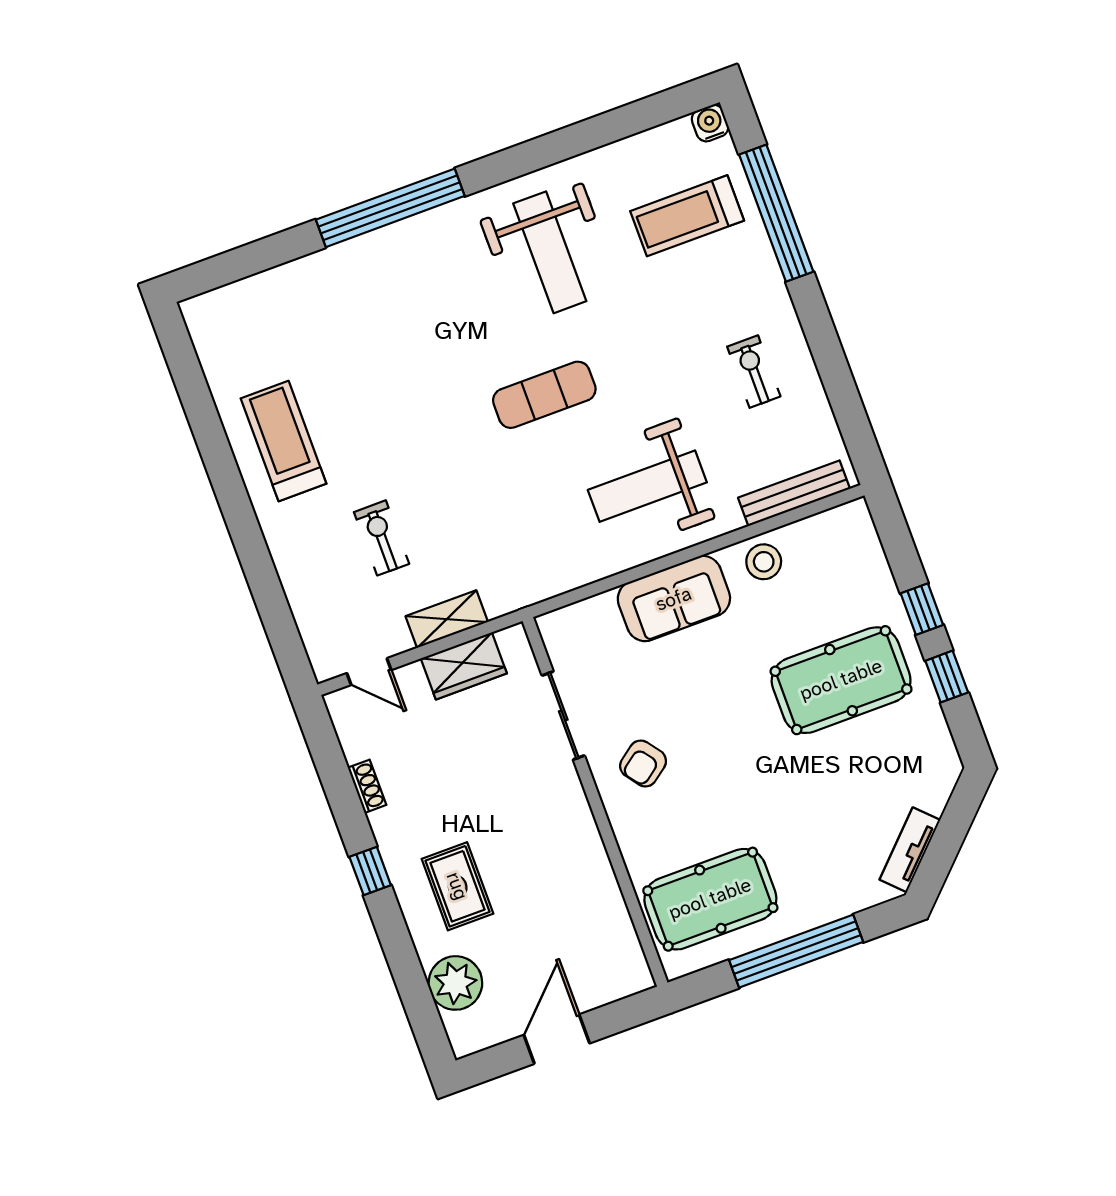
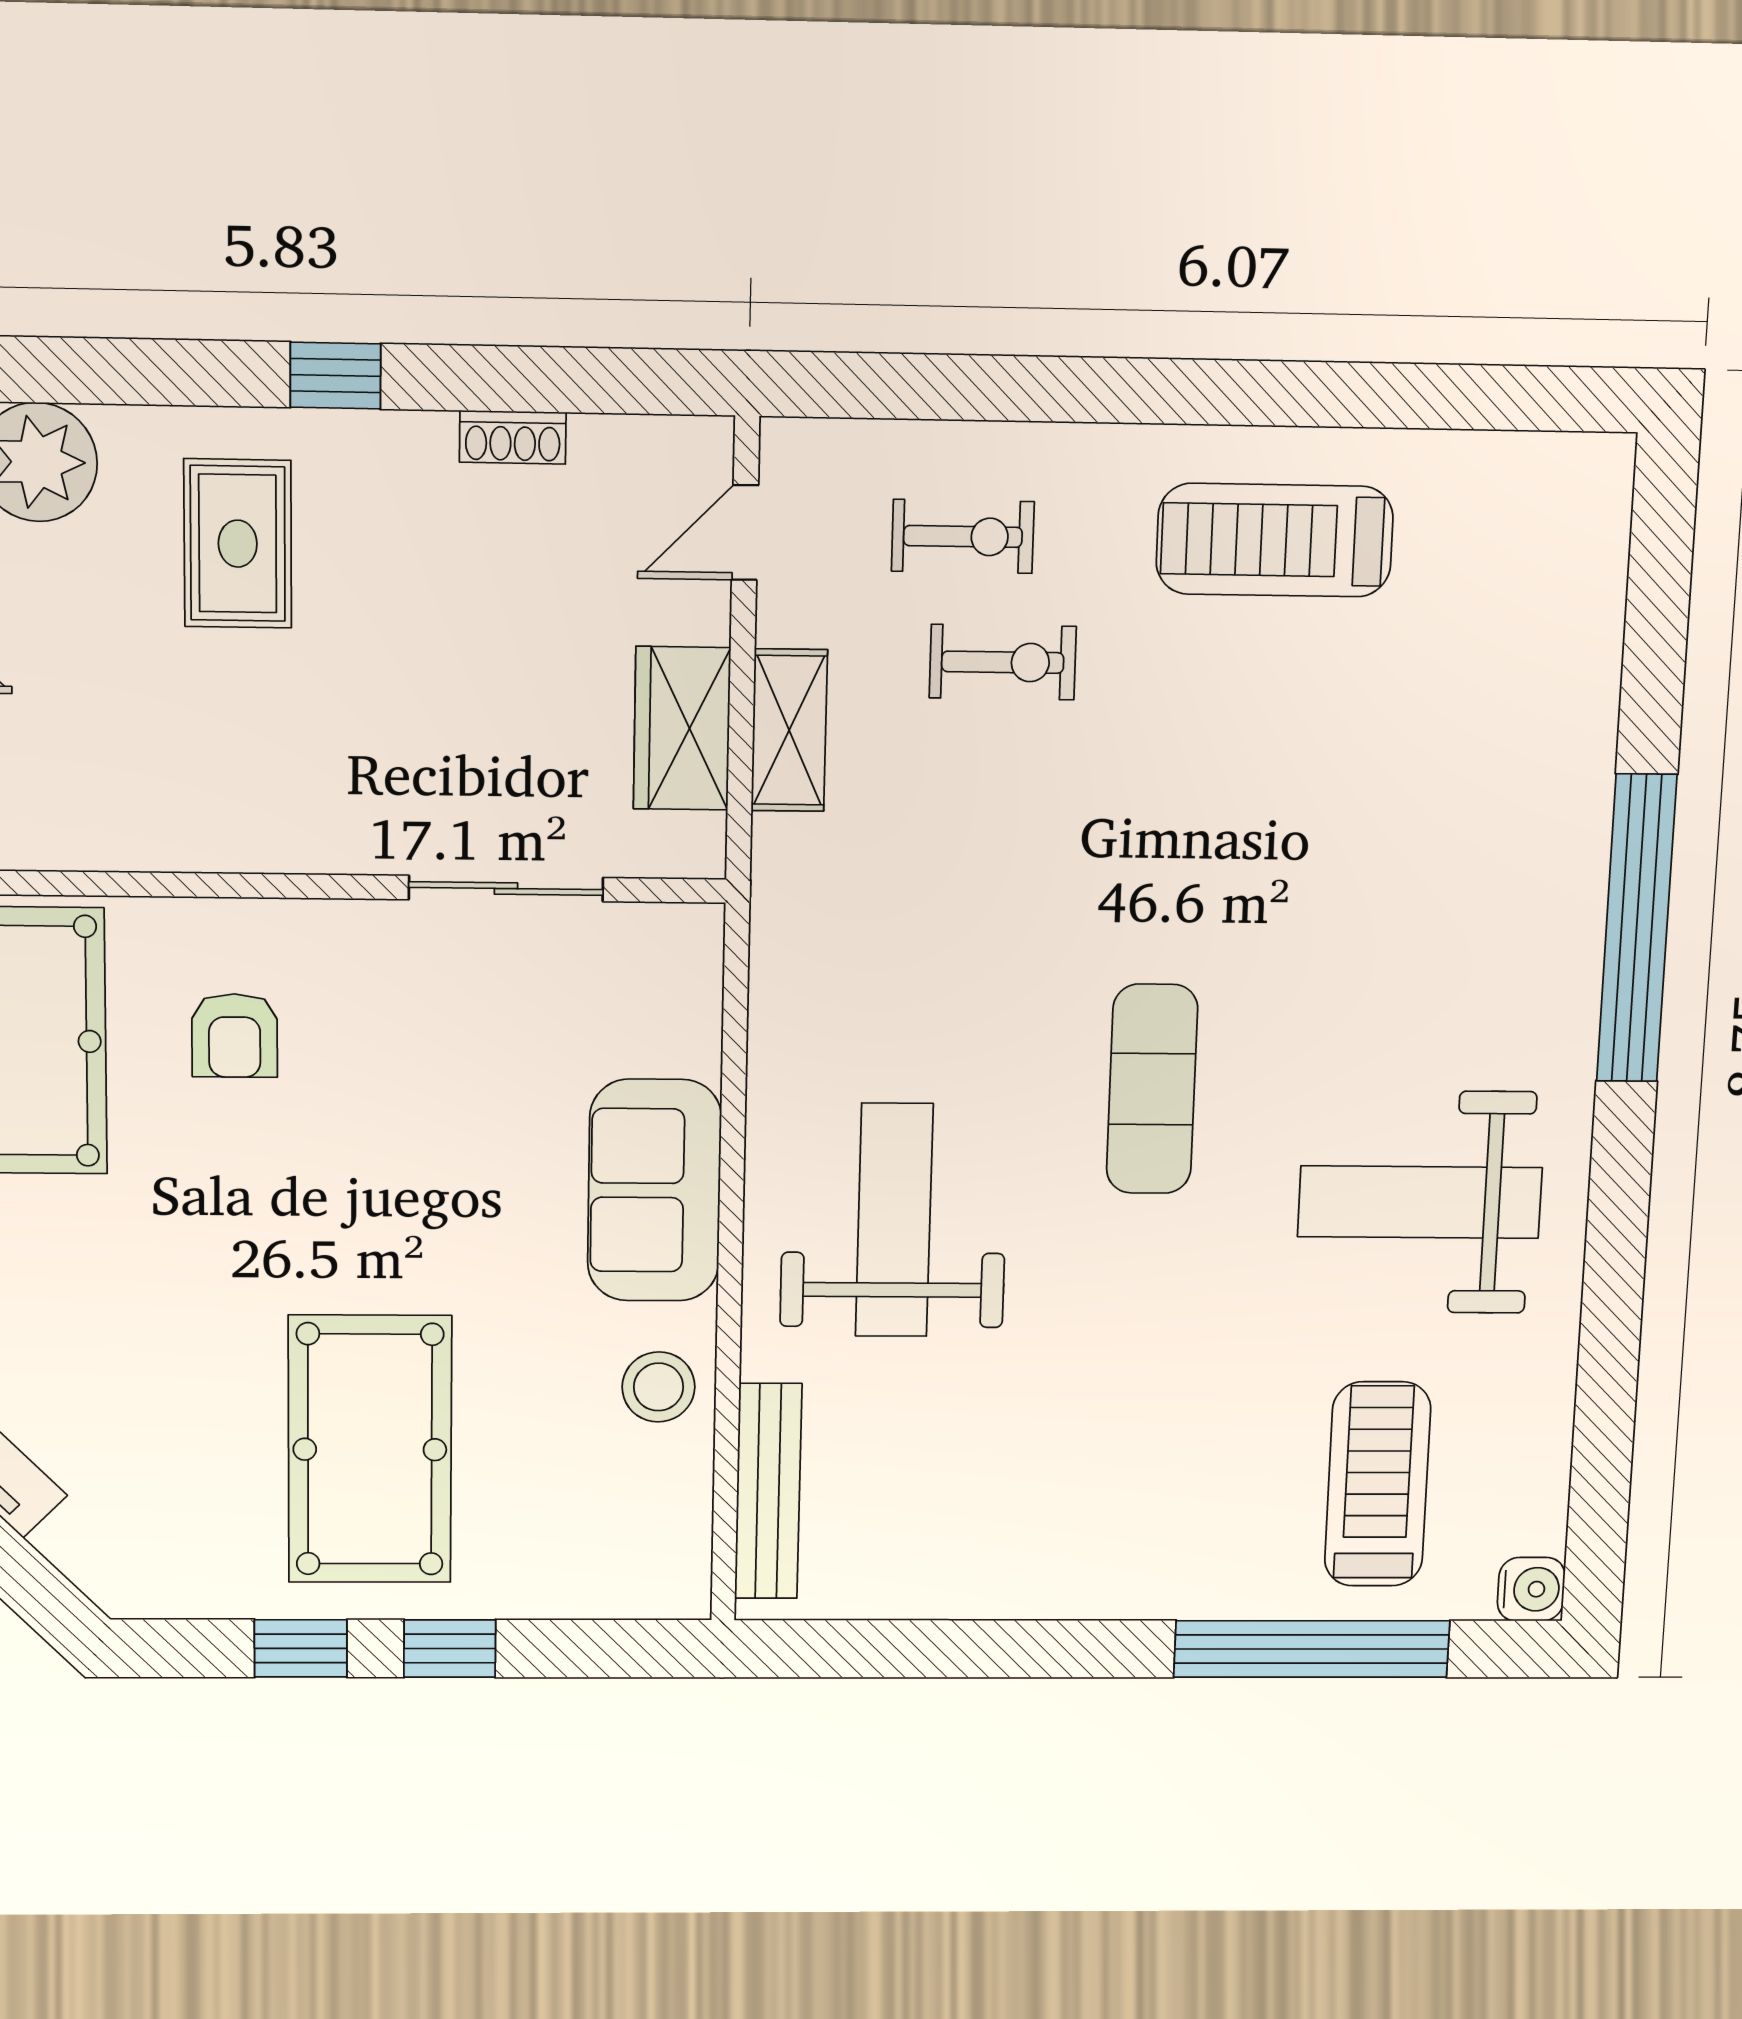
exercise bike: (754, 372) -> (963, 536), moved
treadmill: (284, 441) -> (1275, 540), turned 180
armchair: (643, 763) -> (235, 1035), moved, turned -143
rug: (457, 886) -> (238, 544), turned 90

